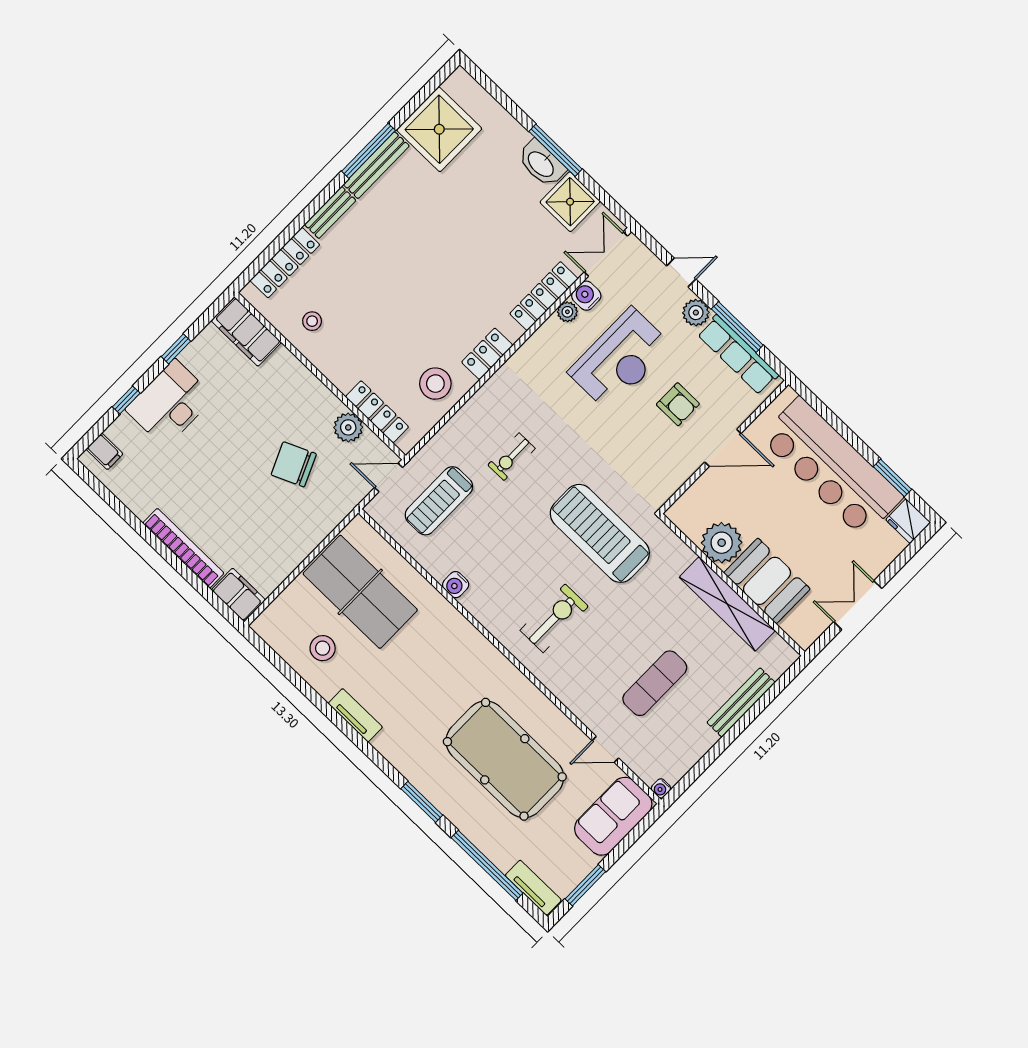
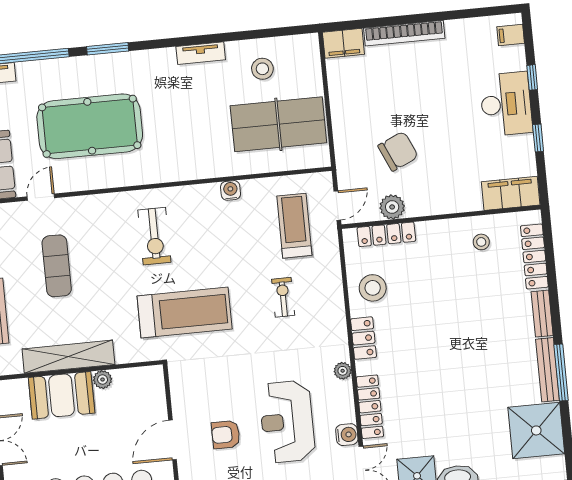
plant: (567, 312) -> (343, 371), moved
plant: (722, 543) -> (103, 380), width x0.53, depth x0.53

